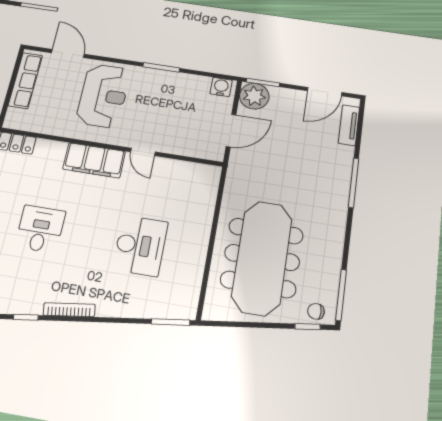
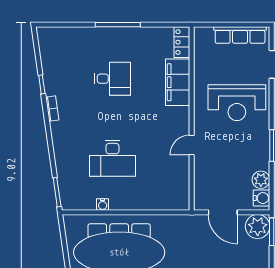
plant: (199, 84) -> (261, 180), added
filing cabinet: (94, 160) -> (178, 82), moved
water cooler: (197, 267) -> (103, 205), added
bookcase: (69, 310) -> (52, 109), width x0.64

